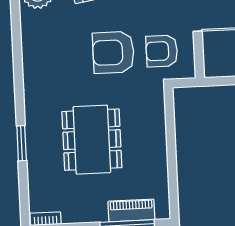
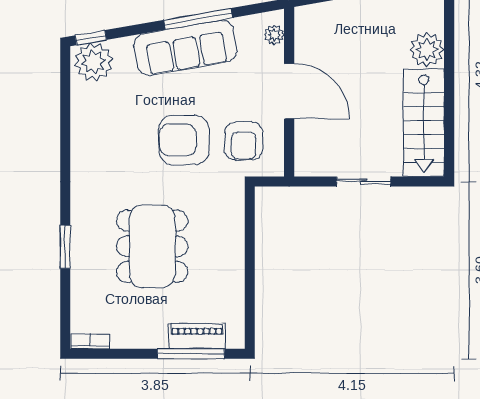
armchair: (162, 51) -> (244, 141), turned -90

